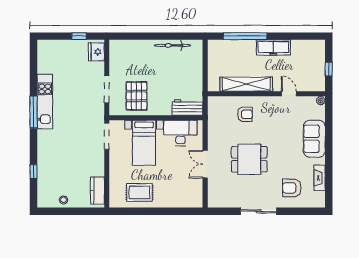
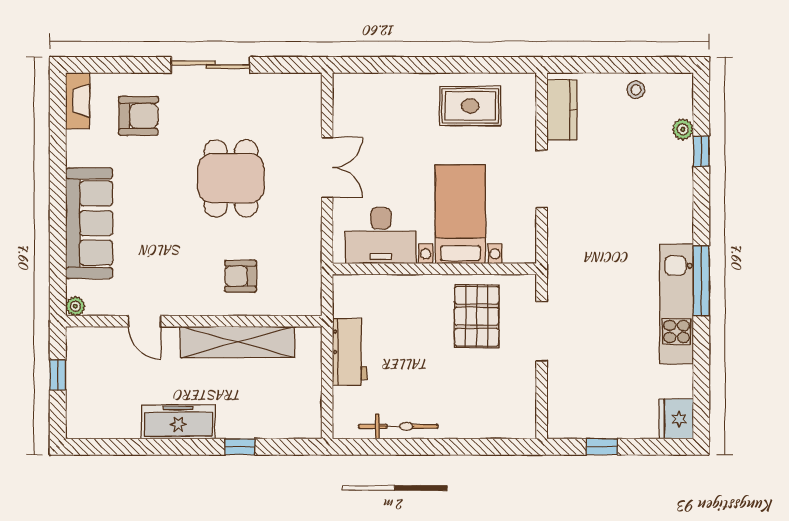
window: (245, 36) -> (240, 447), width x0.32
fridge: (96, 52) -> (676, 419), moved, turned 180
workbench: (187, 107) -> (350, 352), moved, turned -90
doorway: (107, 136) -> (542, 179), moved
sofa: (314, 139) -> (89, 223), width x1.36
dining table: (249, 159) -> (231, 178), turned 90
fireplace: (320, 178) -> (78, 101), moved
plant: (42, 182) -> (683, 129), added

